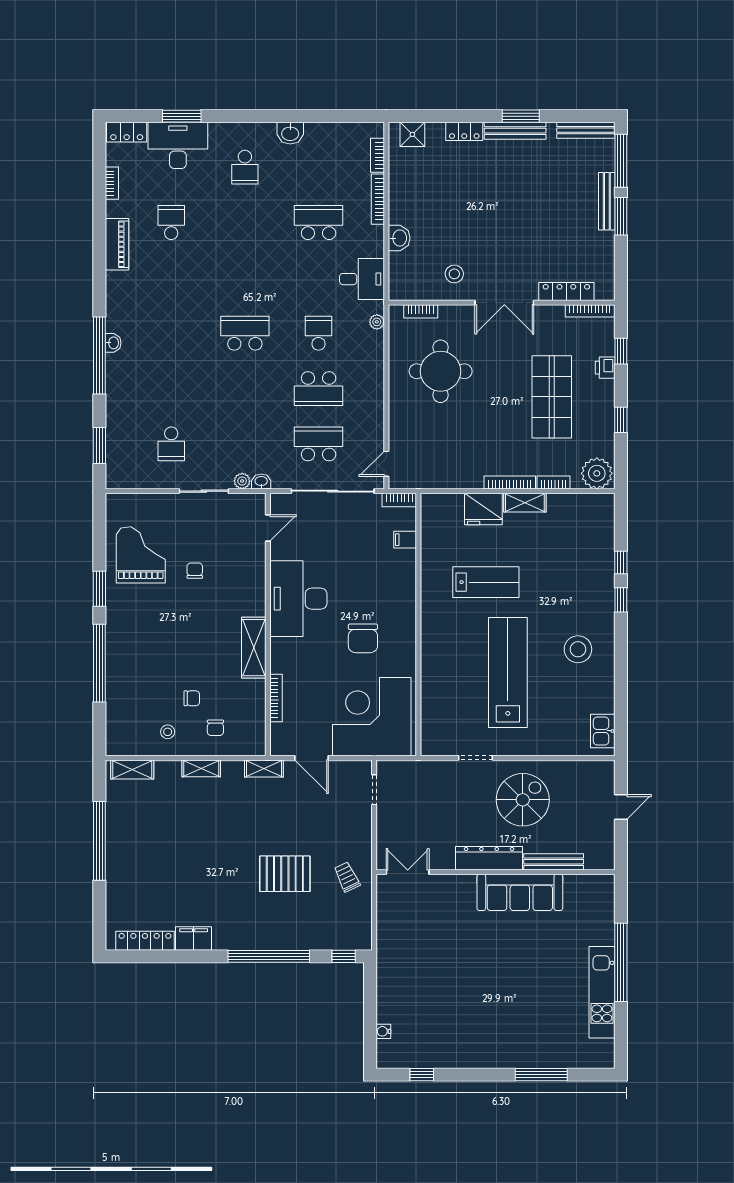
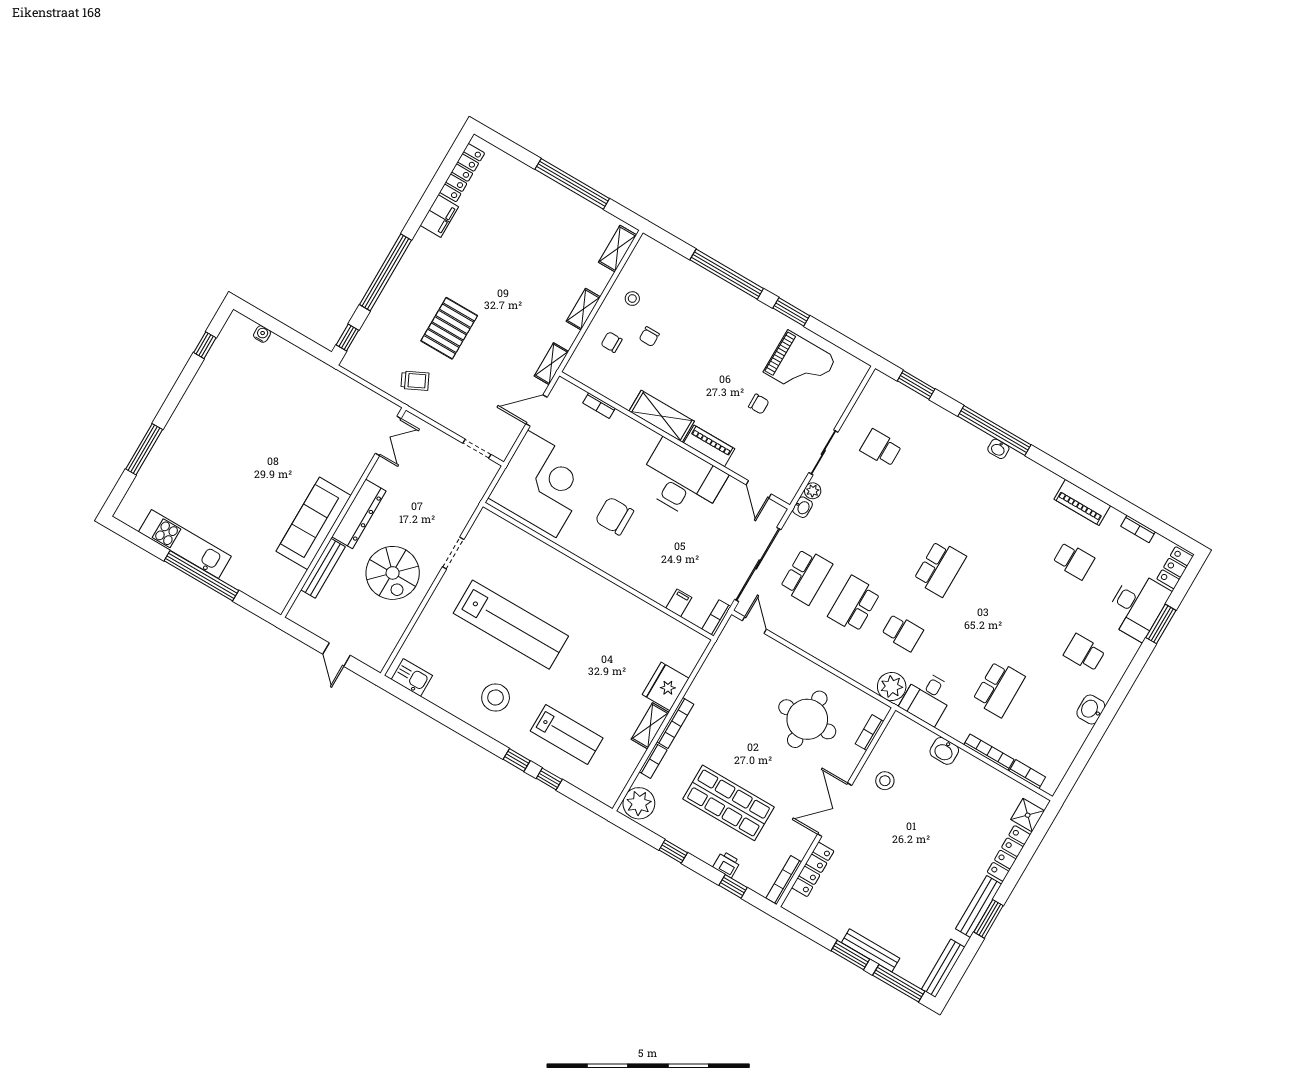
locker: (464, 131) -> (1009, 853), width x1.53
plant: (377, 322) -> (892, 687), width x1.87, depth x1.87
lab bench: (486, 582) -> (567, 734), moved, turned -90
piano: (255, 592) -> (709, 446), added
bookcase: (276, 698) -> (599, 406), width x0.64

